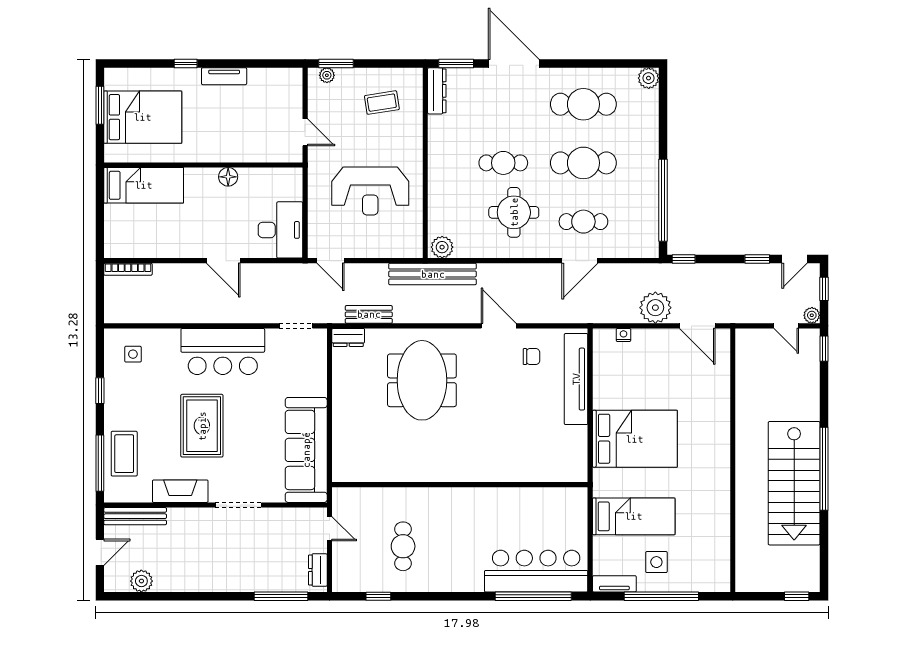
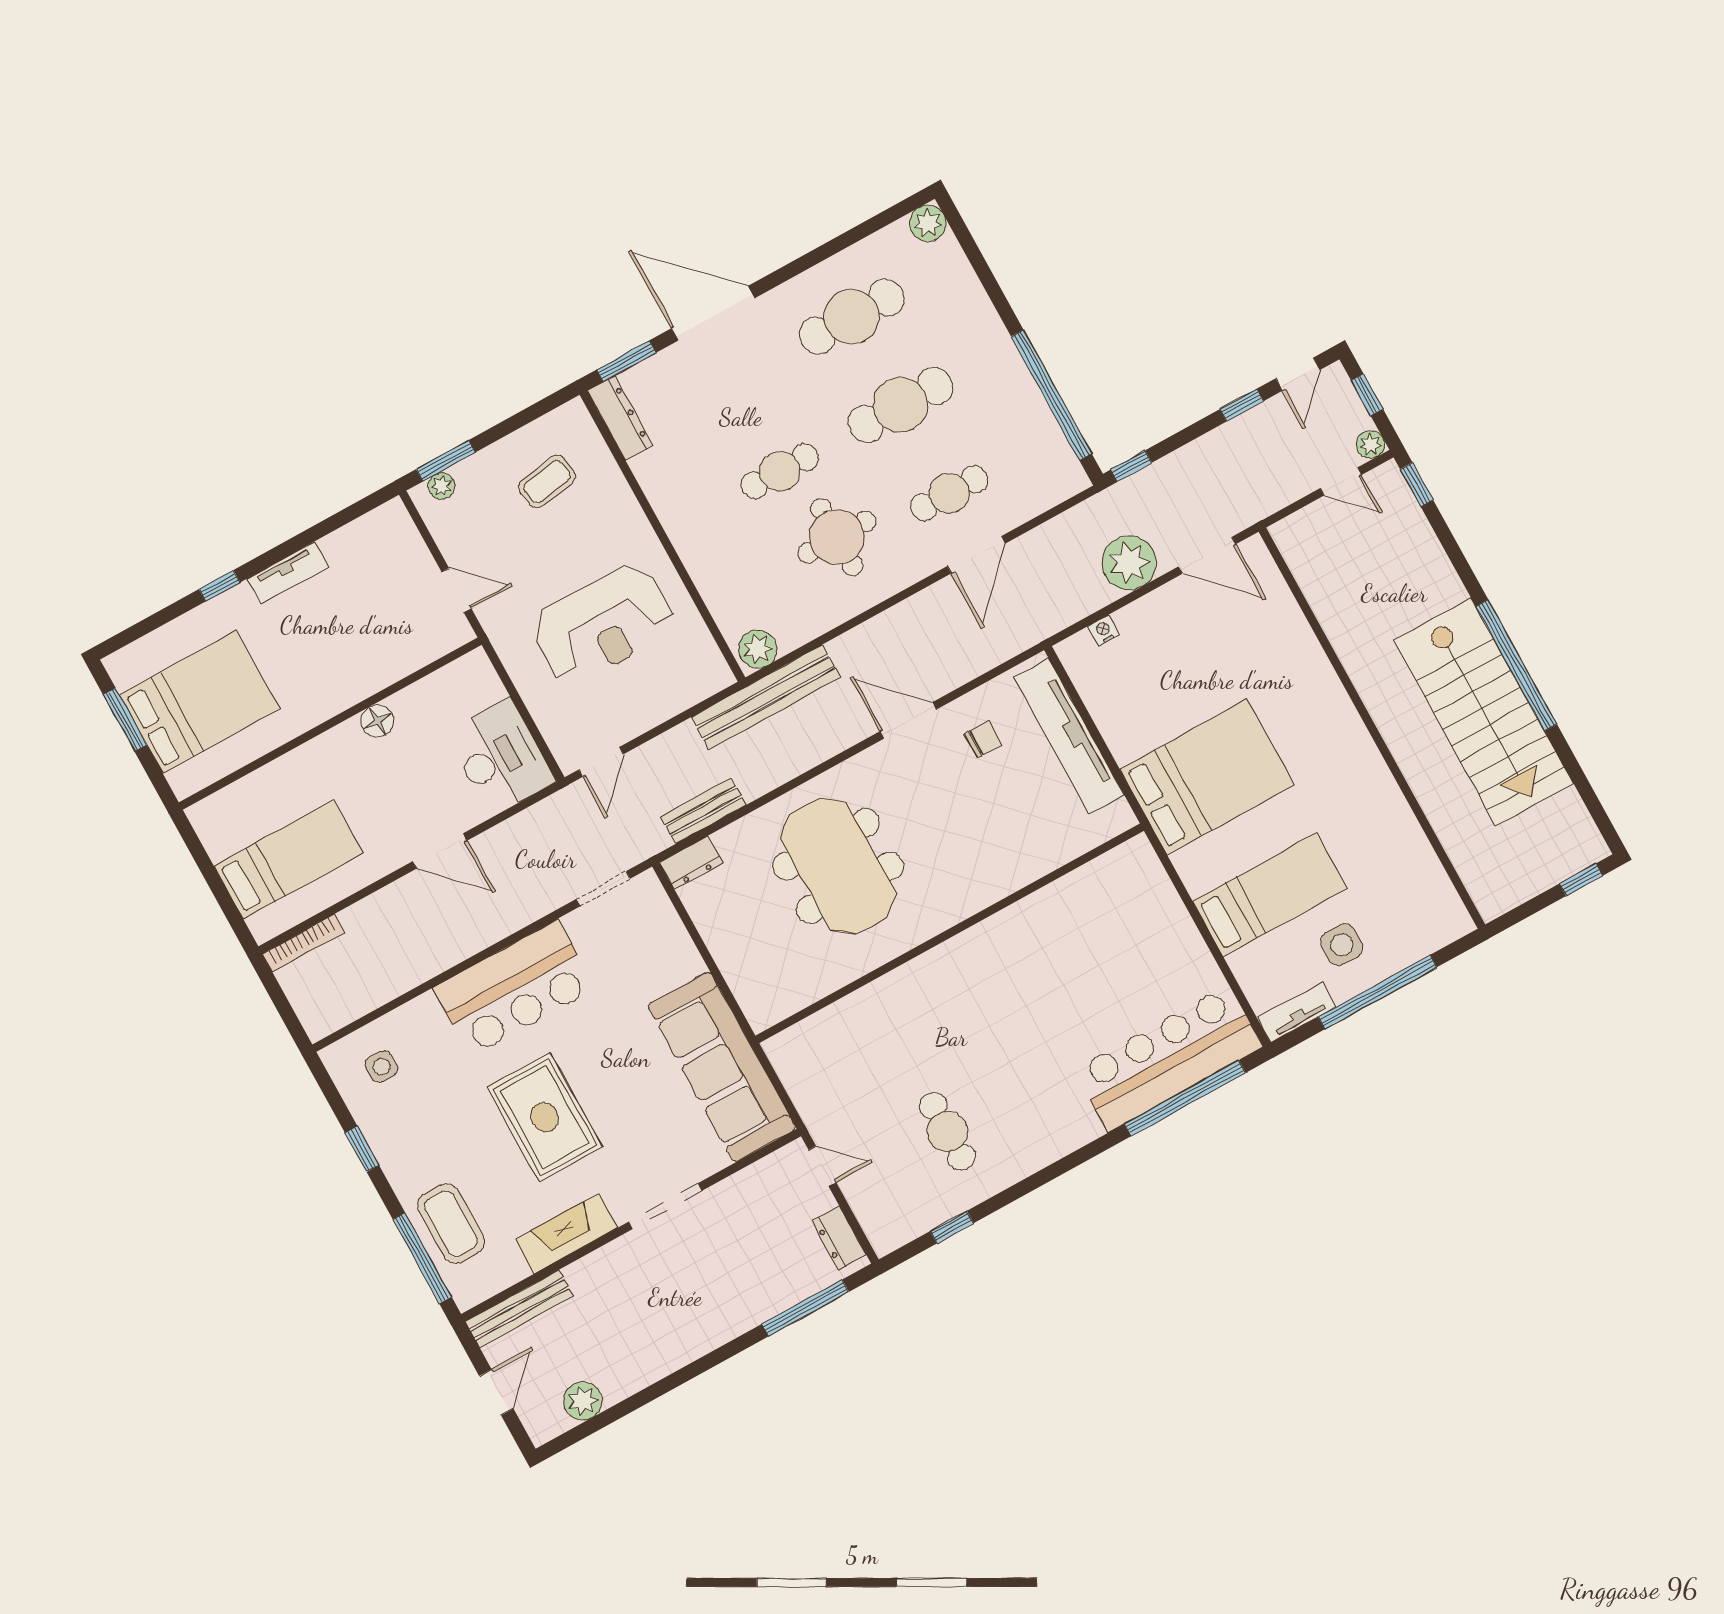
bed: (144, 185) -> (288, 860), moved
door: (331, 261) -> (601, 762), hinge flipped
wall: (460, 485) -> (950, 933), moved

